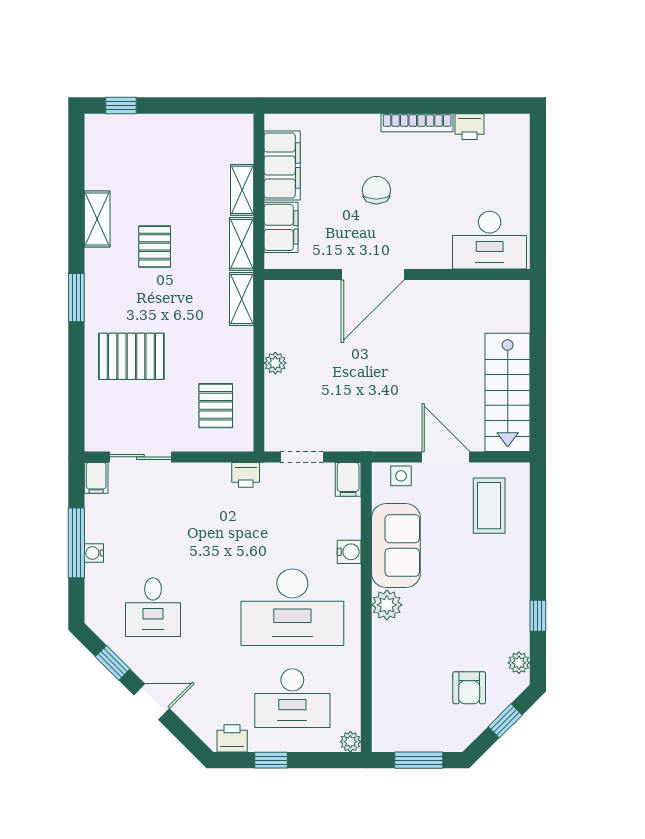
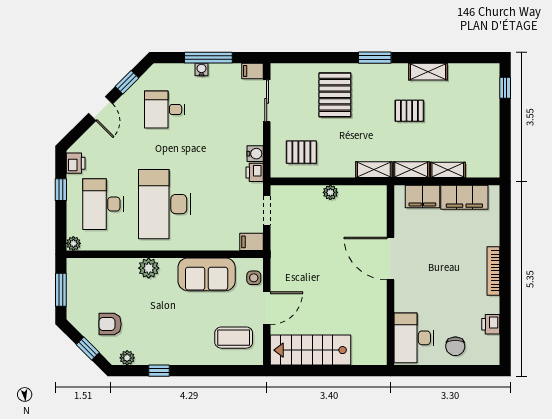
bookcase: (417, 123) -> (493, 271), moved
chair: (376, 190) -> (455, 346), moved, turned 90
water cooler: (349, 552) -> (255, 154), moved, turned -90
plant: (387, 605) -> (149, 268), moved

